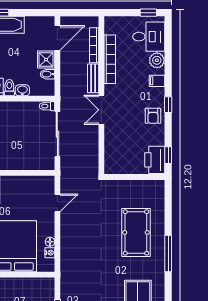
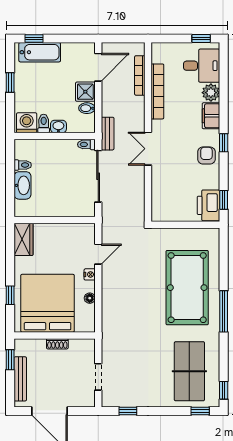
bench: (93, 78) -> (108, 134), moved
filing cabinet: (157, 81) -> (211, 116), width x2.00
armchair: (153, 116) -> (206, 155), turned 180
pool table: (136, 232) -> (187, 288), width x1.36, depth x1.32
nightstand: (50, 253) -> (90, 274), moved
shoe rack: (21, 282) -> (57, 344), added

